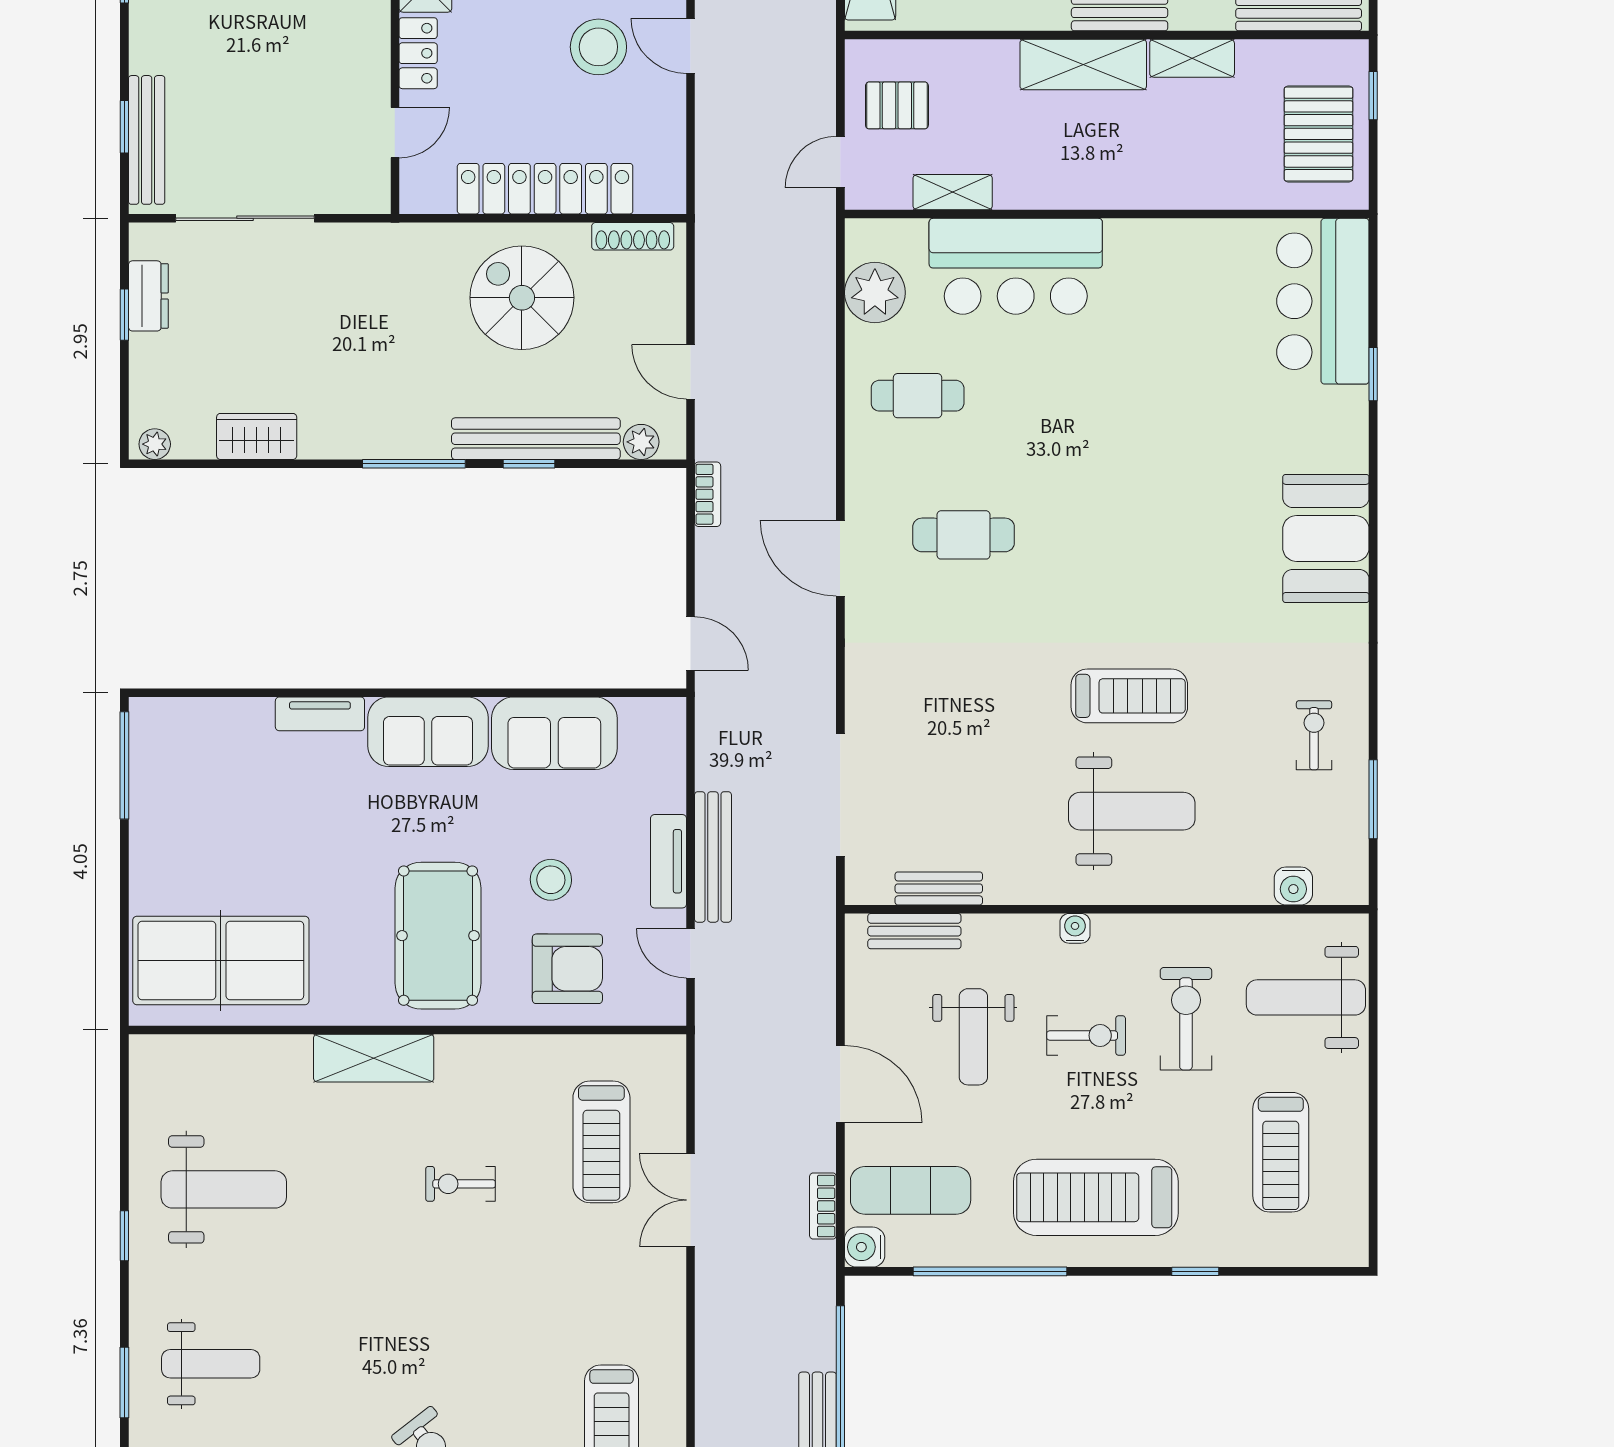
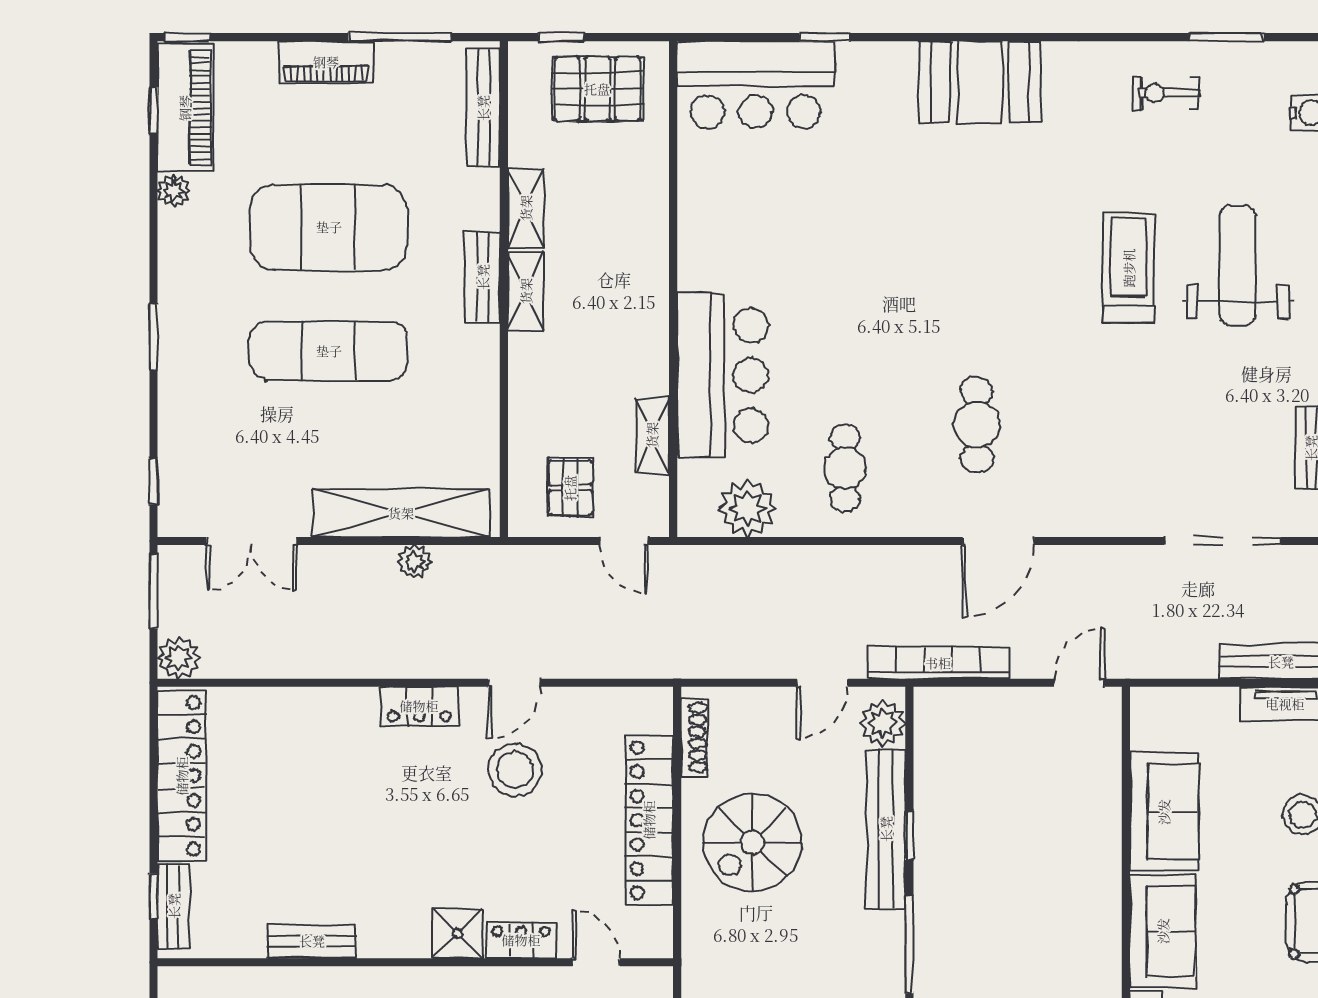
shelving: (1083, 65) -> (526, 291), width x0.67, depth x0.75
plant: (641, 442) -> (882, 723), width x1.38, depth x1.38
bookcase: (708, 494) -> (938, 663), width x2.31, depth x1.31

